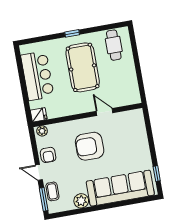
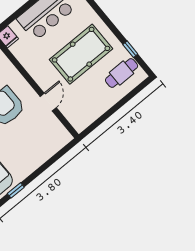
window: (72, 33) -> (130, 49), moved

